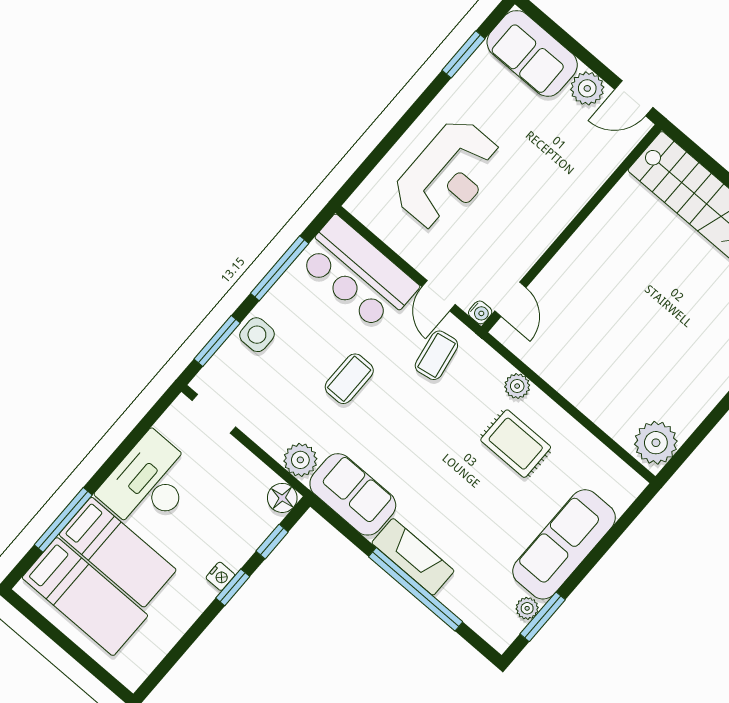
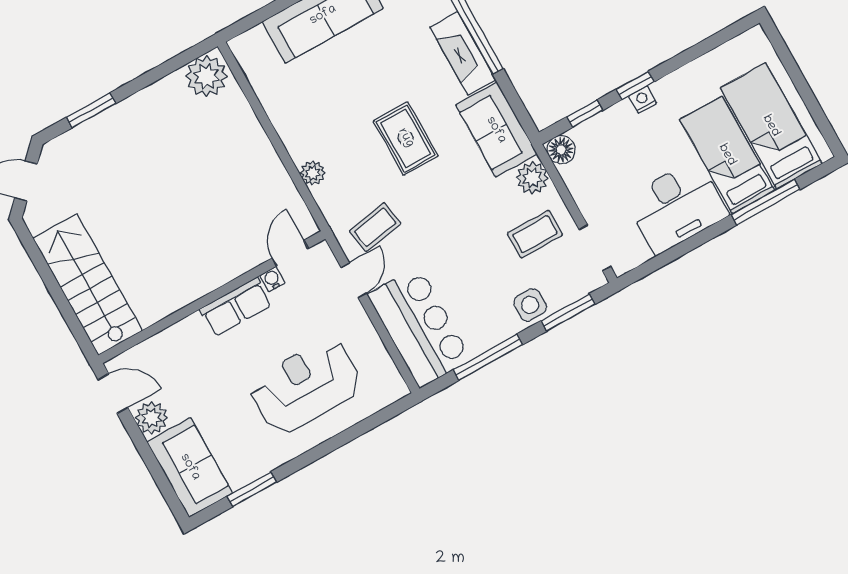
row of seats: (544, 227) -> (236, 307), added
water cooler: (480, 312) -> (272, 279), moved
coffee table: (349, 379) -> (535, 234), moved
rug: (516, 444) -> (406, 138), moved

